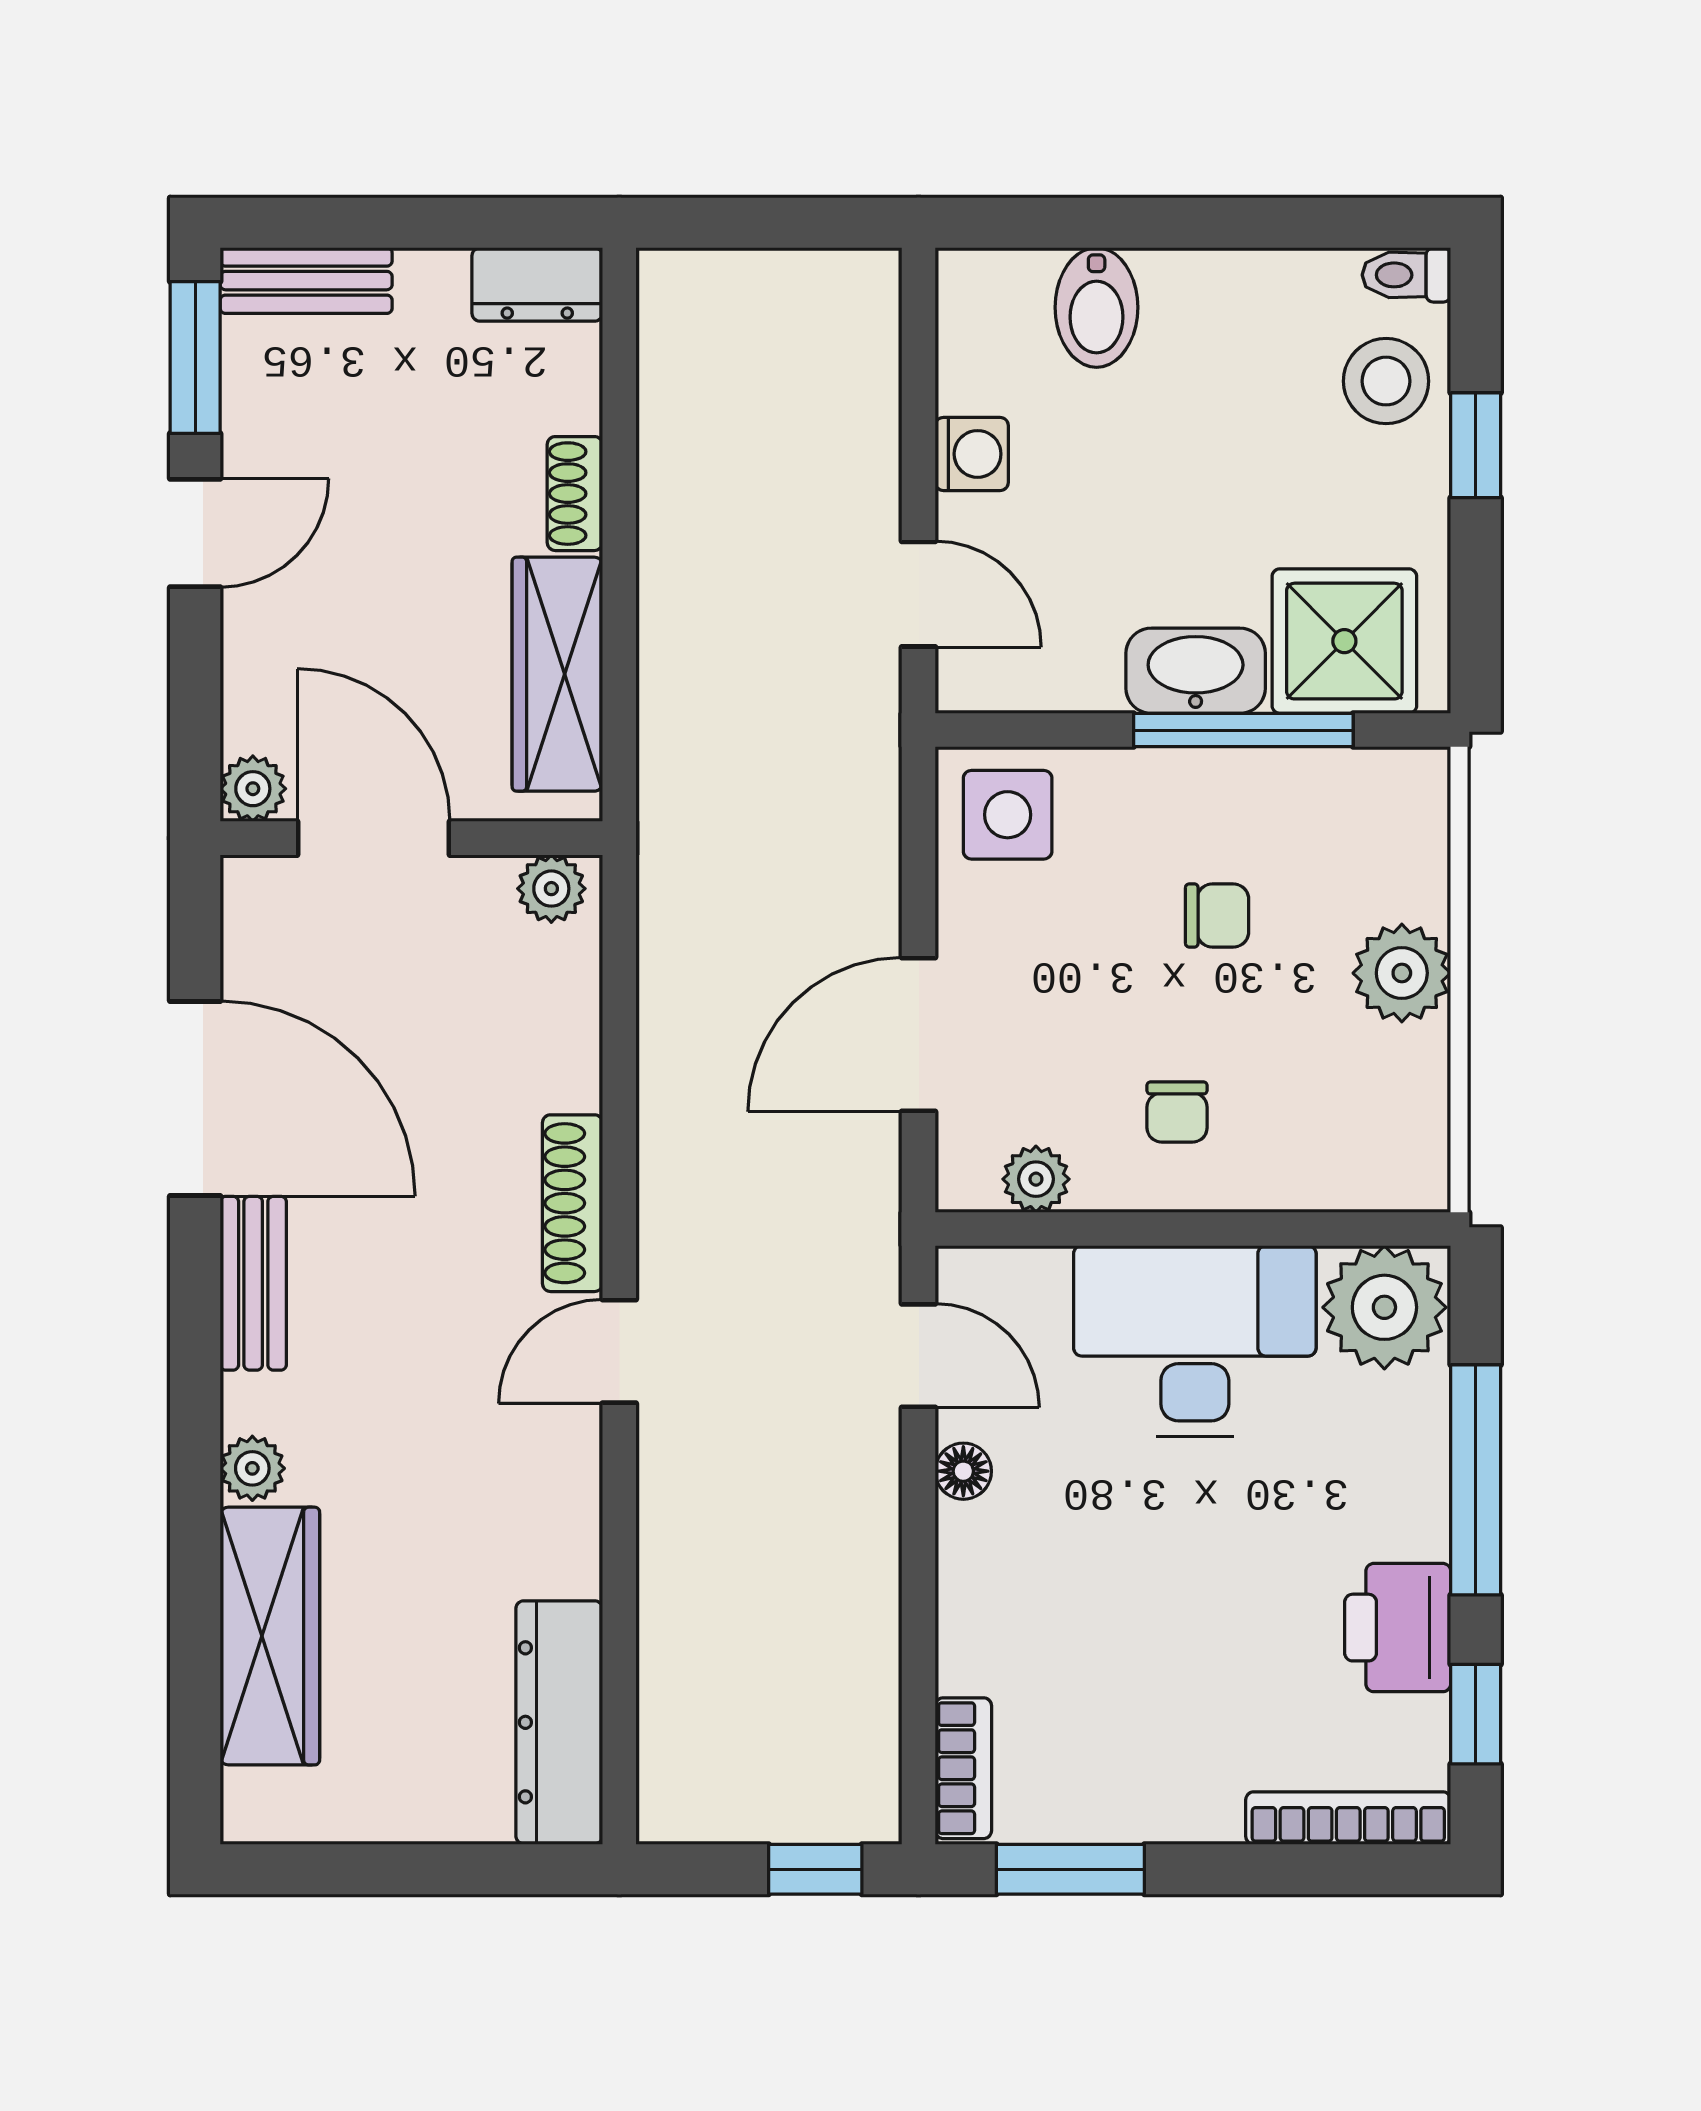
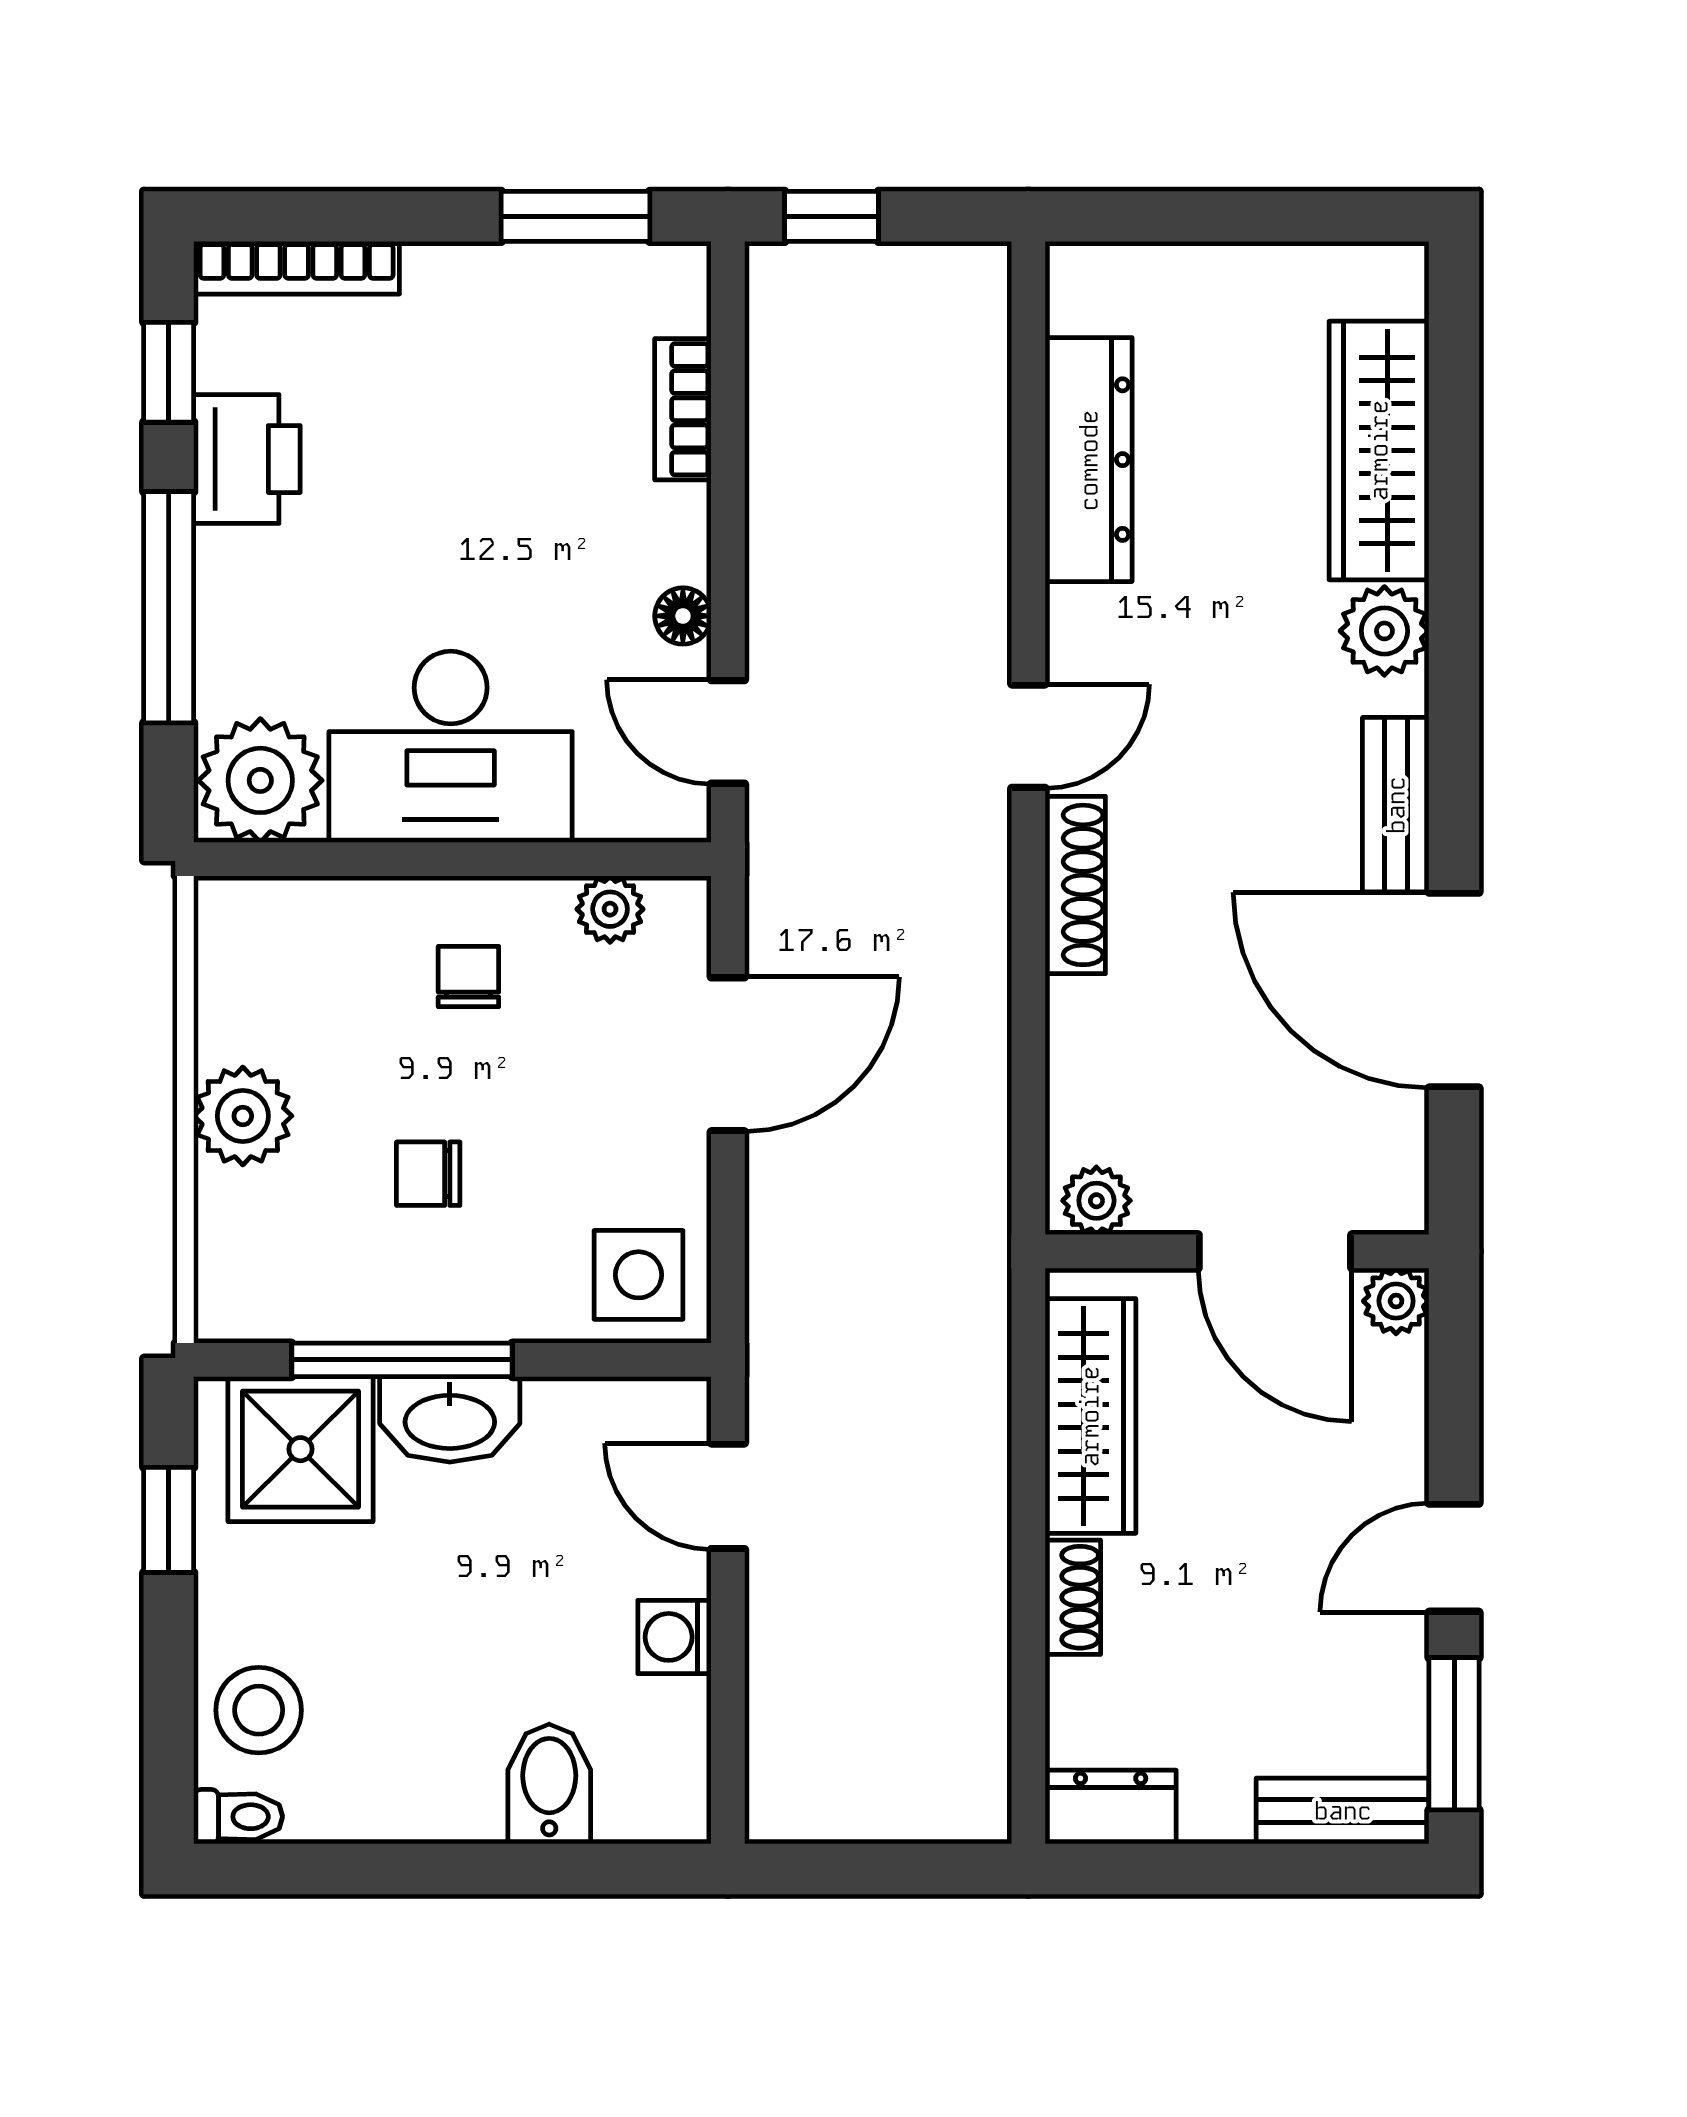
window: (1476, 445) -> (169, 1520), moved
plant: (252, 1468) -> (1384, 631), width x1.38, depth x1.38
dresser: (559, 1722) -> (1089, 460), moved
bookcase: (963, 1768) -> (683, 409), moved

